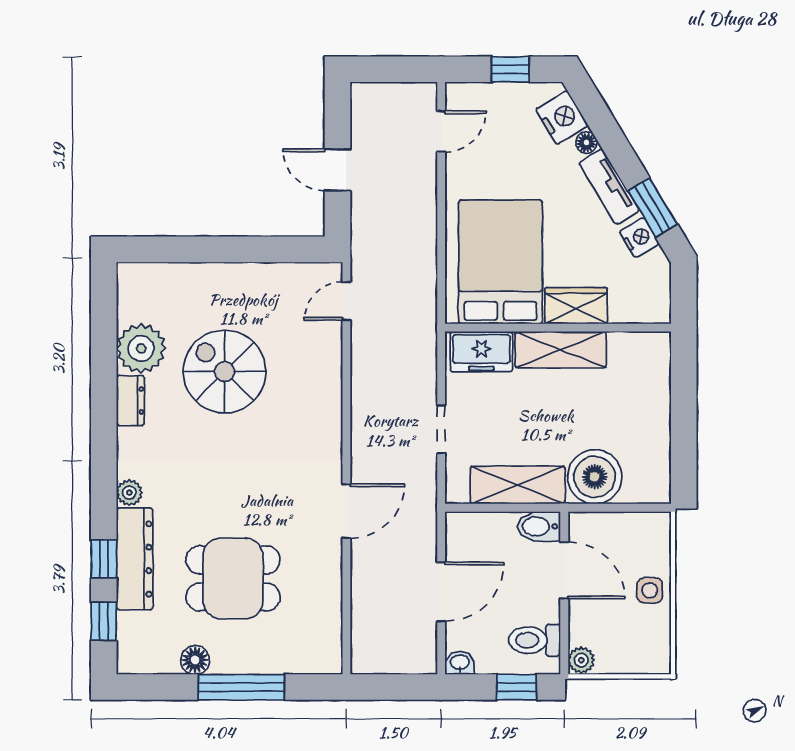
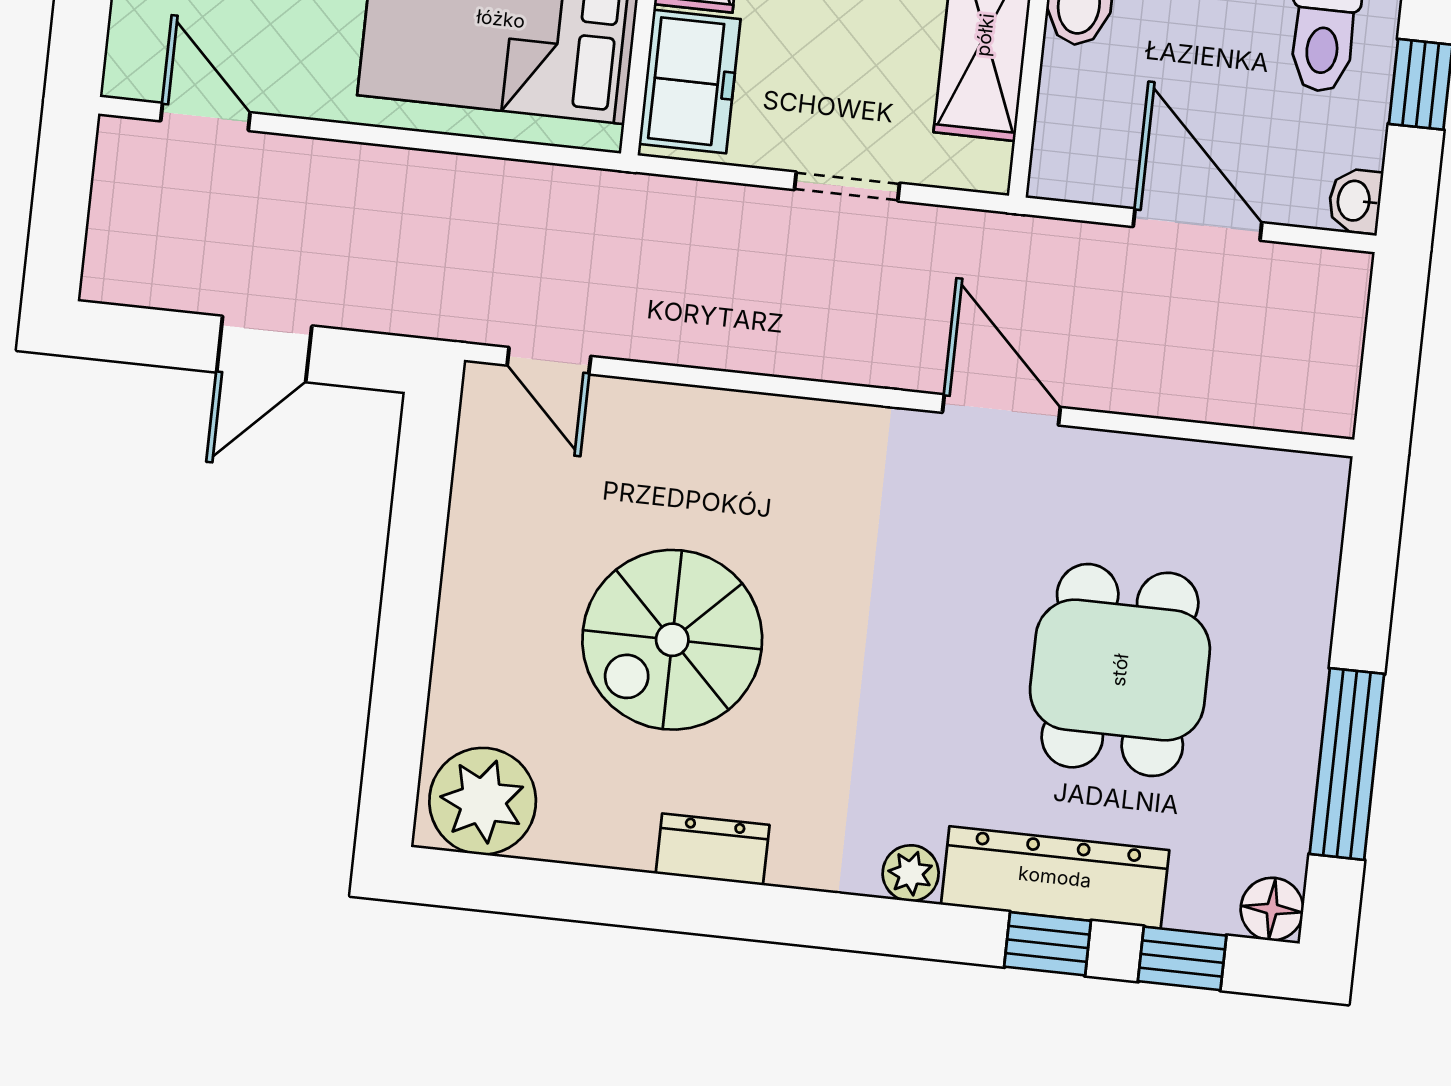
plant: (141, 348) -> (483, 801), moved
floor lamp: (195, 660) -> (1272, 909), moved
window: (241, 687) -> (1347, 764), moved

